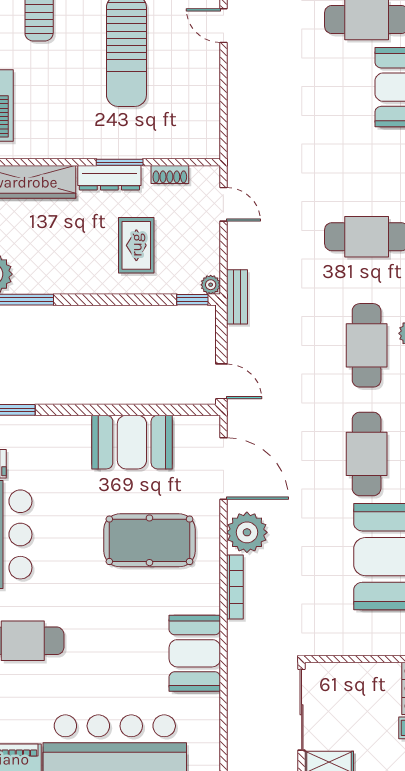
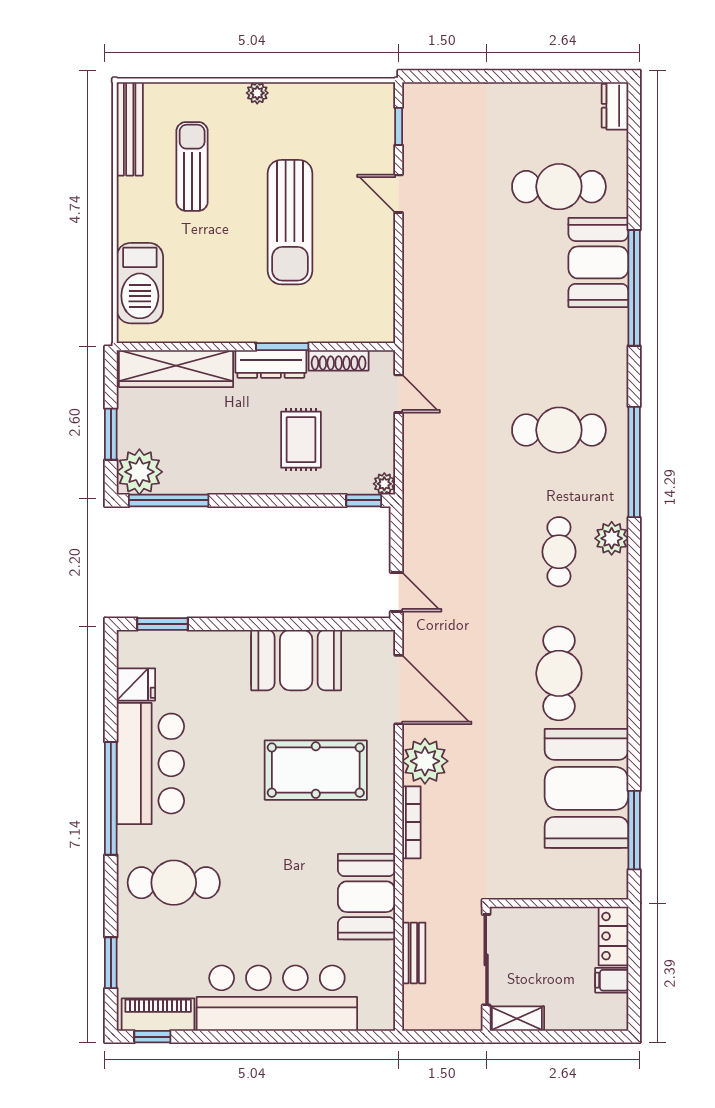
shoe rack: (170, 175) -> (339, 360), width x1.43
bench: (237, 297) -> (414, 953), moved
cafe table: (367, 345) -> (559, 552), width x0.73, depth x0.74

